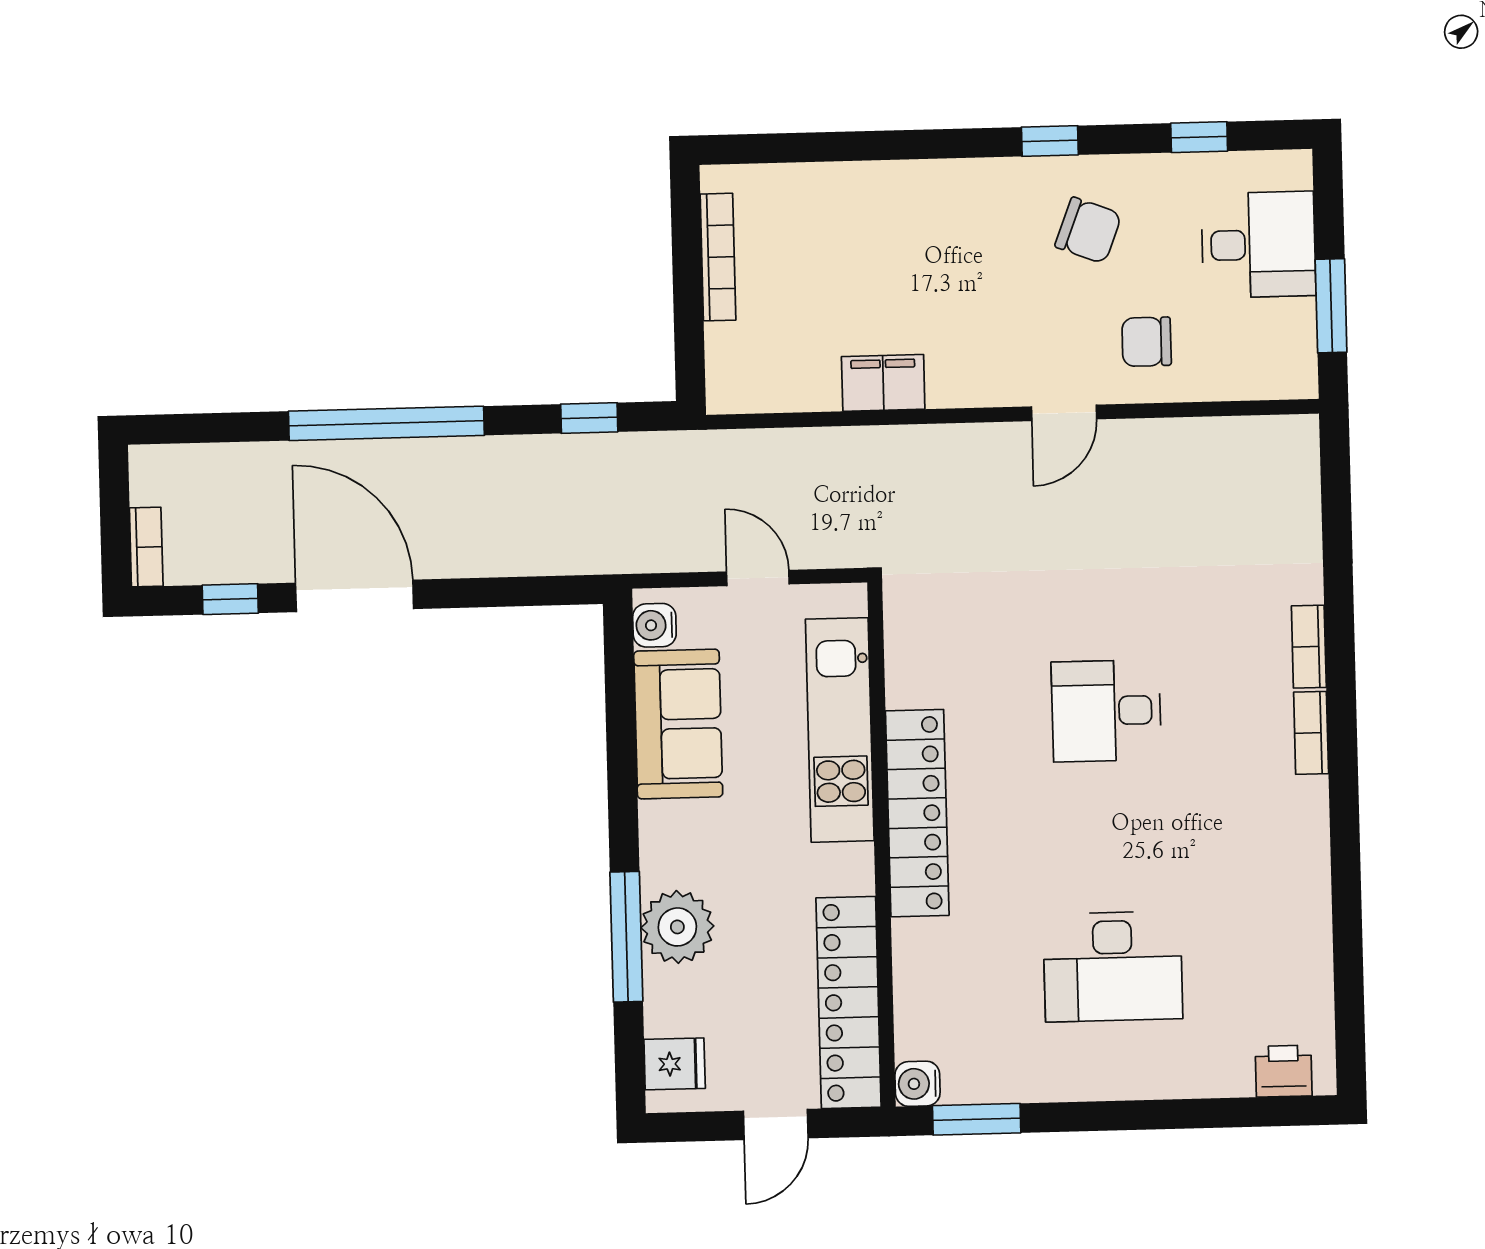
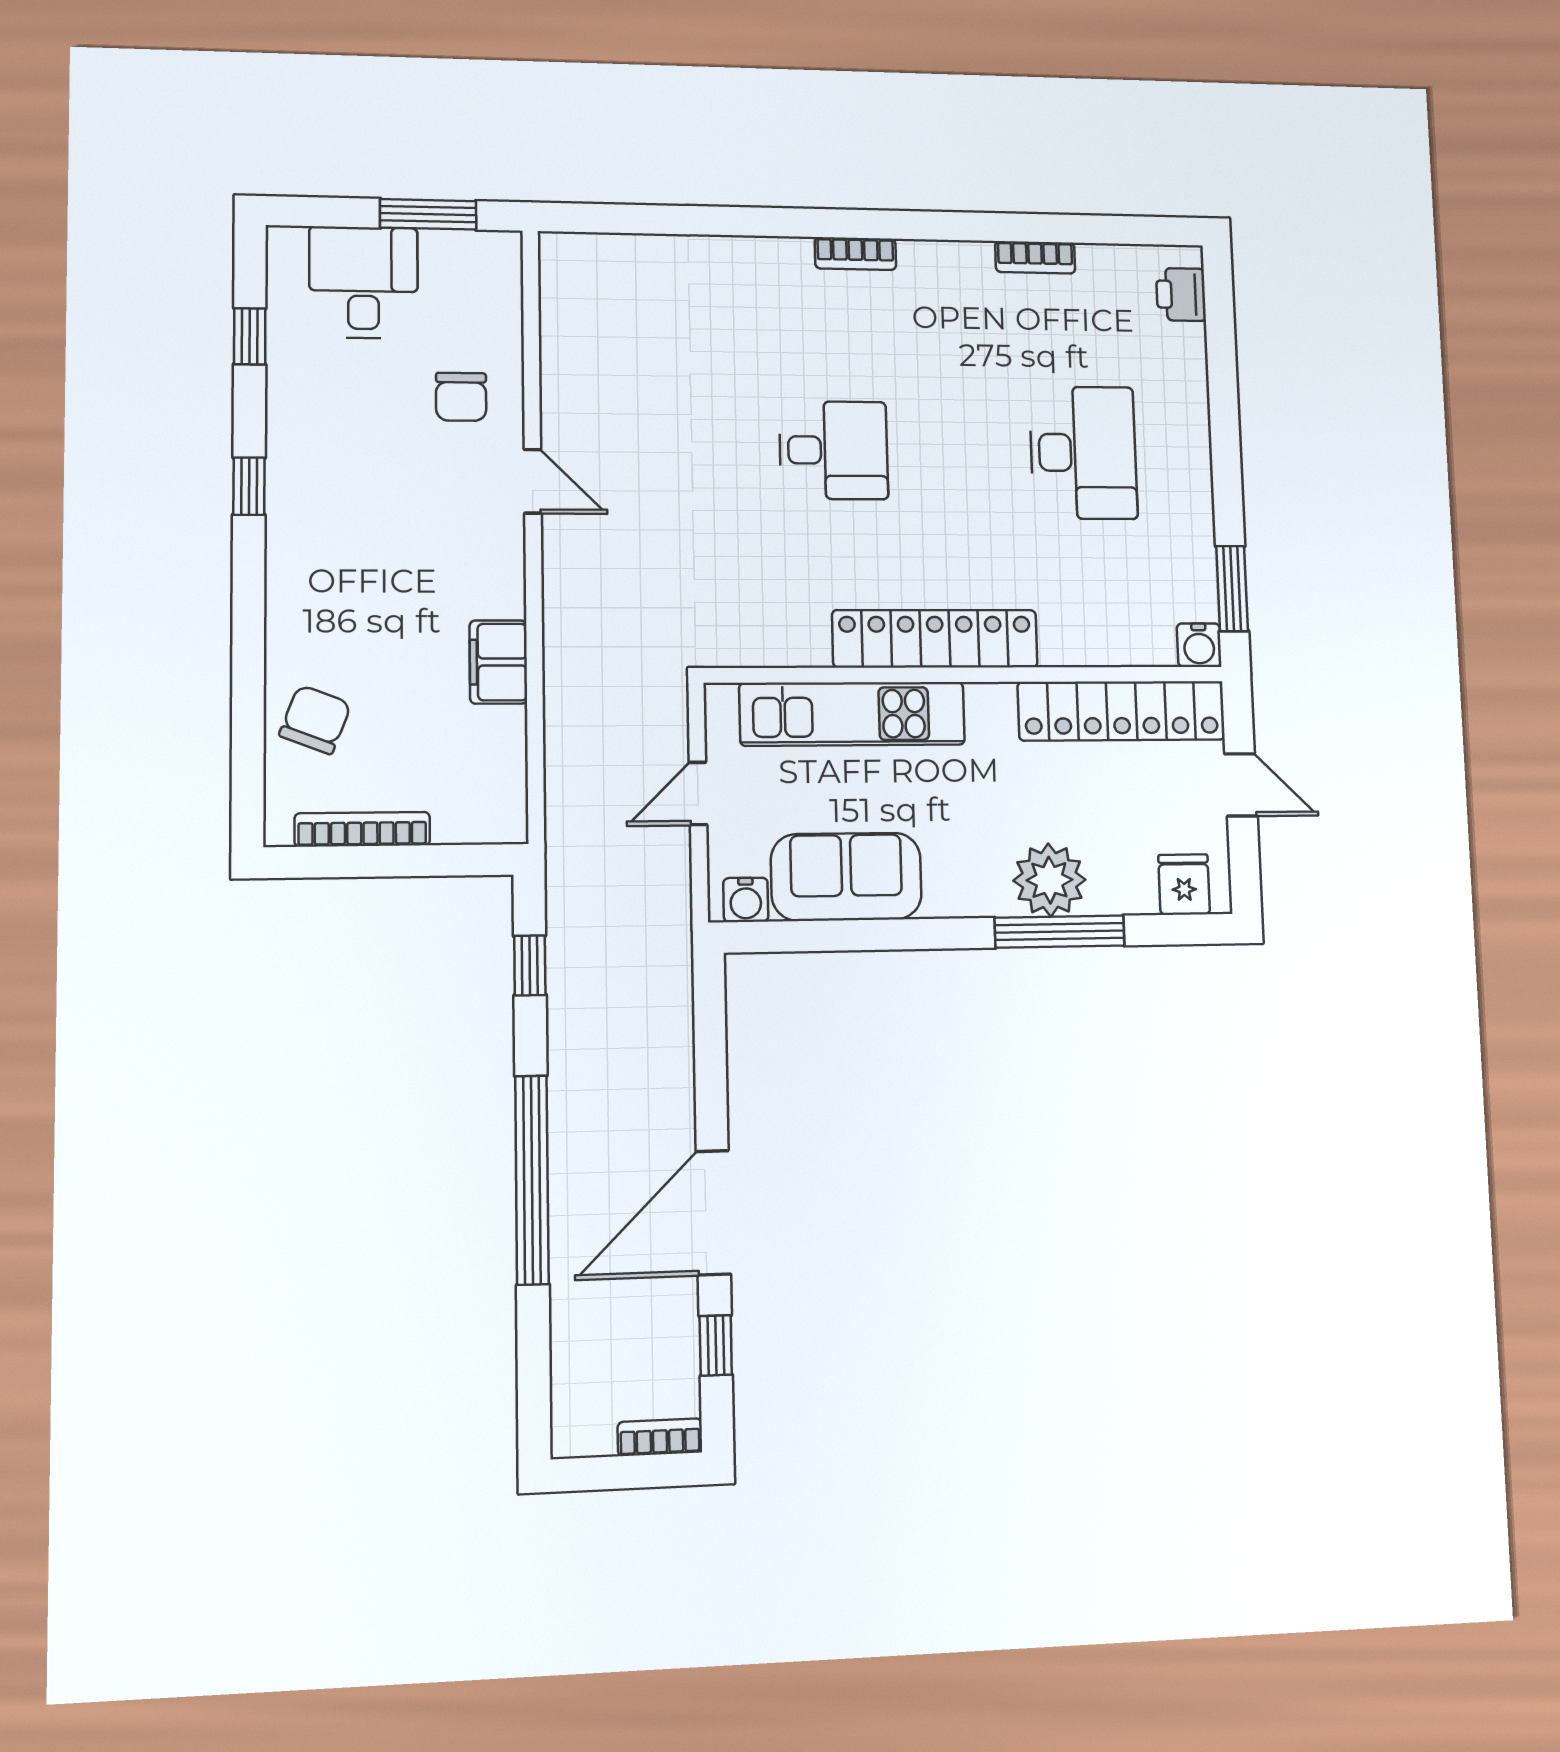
chair: (1088, 230) -> (315, 720), moved
bookcase: (1309, 647) -> (1035, 257), moved
desk: (1106, 711) -> (834, 450), turned -90

